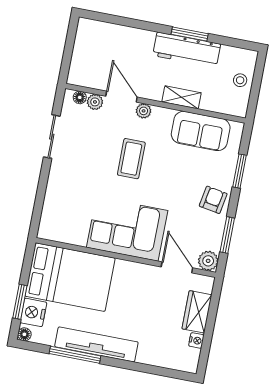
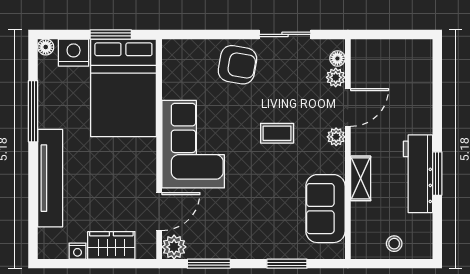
coffee table: (131, 159) -> (277, 133), width x0.73, depth x0.77
armchair: (213, 200) -> (237, 65), moved, width x1.38, depth x1.38
window: (20, 302) -> (111, 34), moved
tv unit: (96, 344) -> (50, 178), moved

